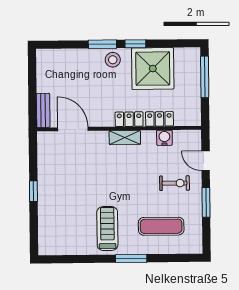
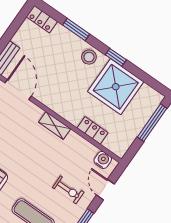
window: (102, 44) -> (76, 30), moved
locker: (129, 119) -> (42, 19), moved, turned 180
water cooler: (164, 138) -> (103, 160), moved

